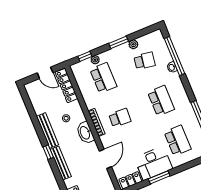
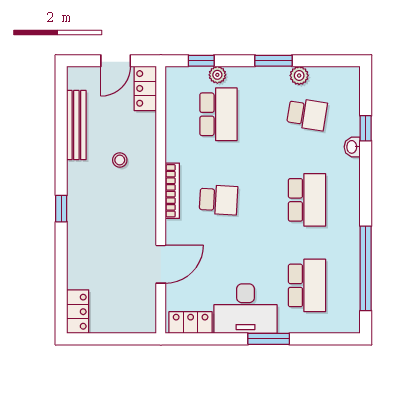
window: (175, 56) -> (366, 128), width x0.32
door: (45, 73) -> (116, 61), hinge flipped
locker: (66, 85) -> (145, 88), width x0.66
bench: (48, 131) -> (76, 125), moved
washbasin: (85, 133) -> (144, 201), removed
bench: (61, 163) -> (76, 238), removed
window: (159, 177) -> (269, 339), moved

